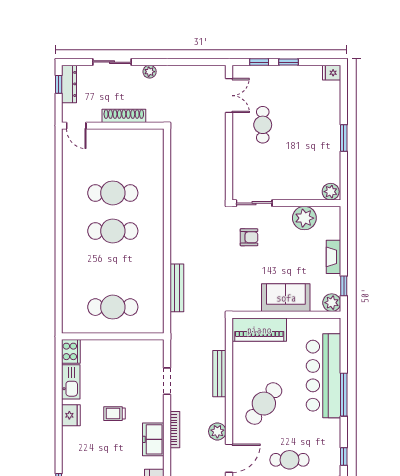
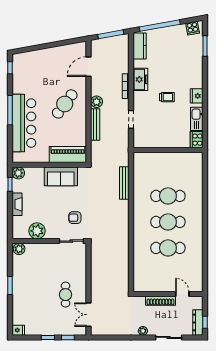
door: (76, 126) -> (182, 294), moved
sofa: (286, 298) -> (61, 176), moved
cafe table: (113, 307) -> (168, 196), moved
plant: (217, 431) -> (97, 102), moved
cafe table: (289, 460) -> (47, 66), removed

